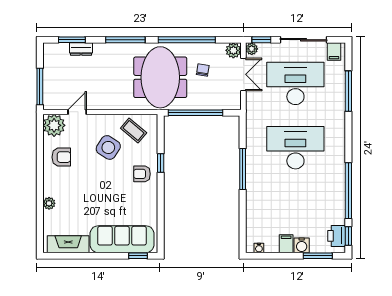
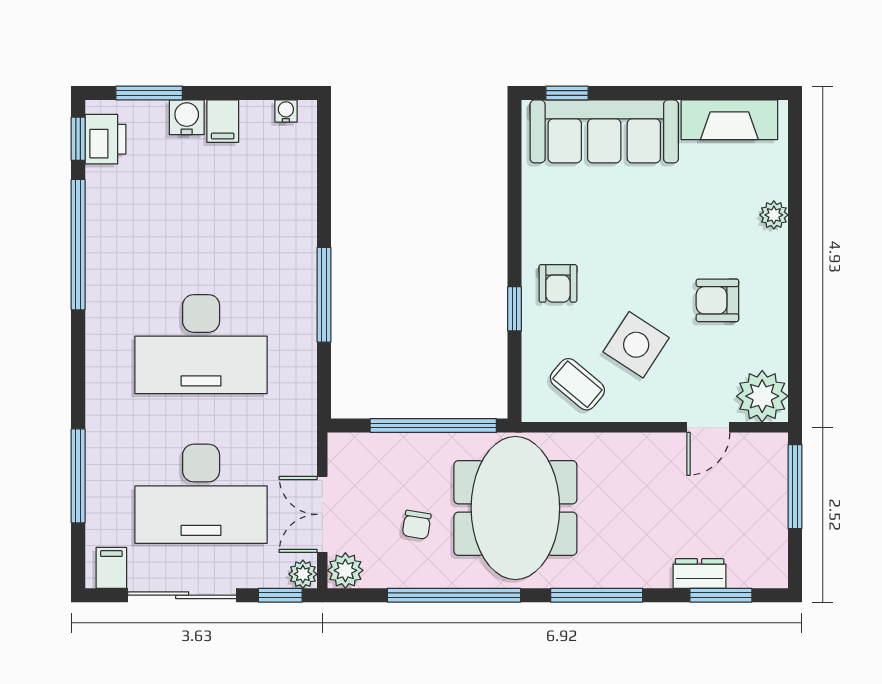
armchair: (61, 157) -> (717, 300), moved
armchair: (142, 174) -> (558, 283), turned 90

